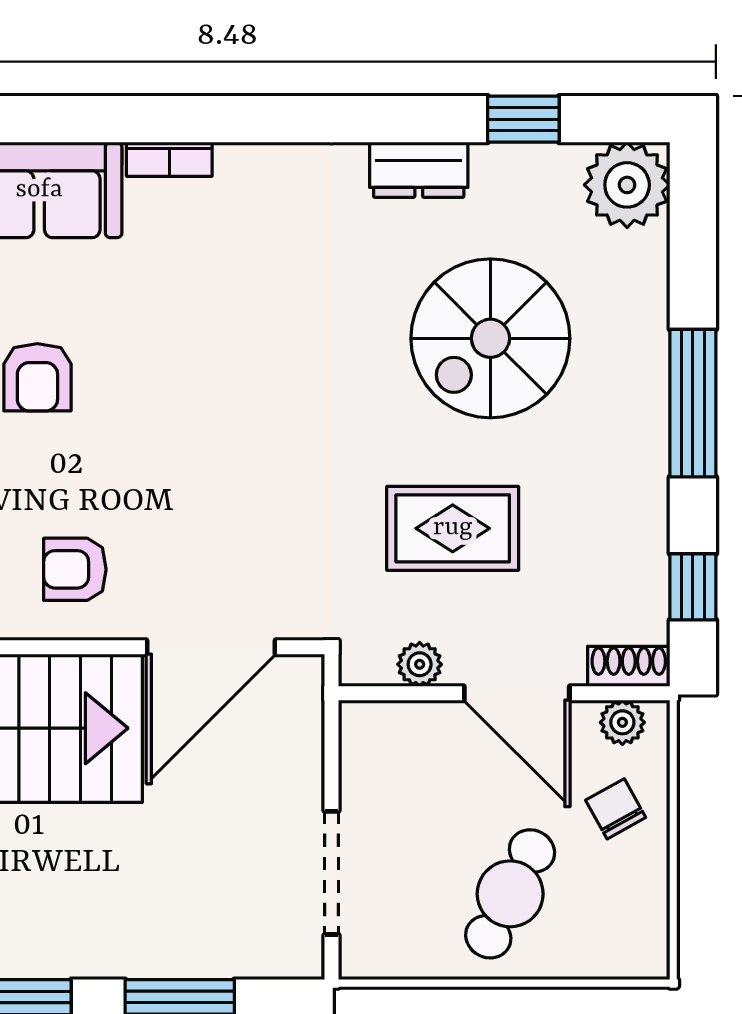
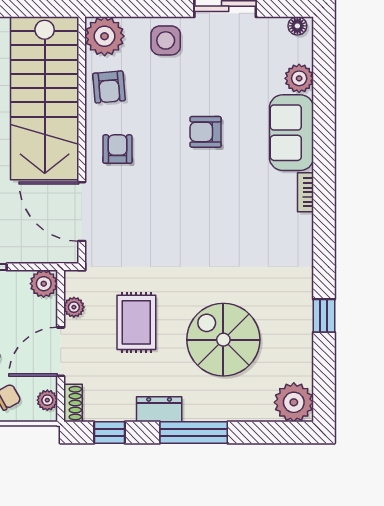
window: (523, 119) -> (324, 316), moved
dresser: (419, 170) -> (159, 409), moved, turned 90
plant: (368, 730) -> (44, 284), added

